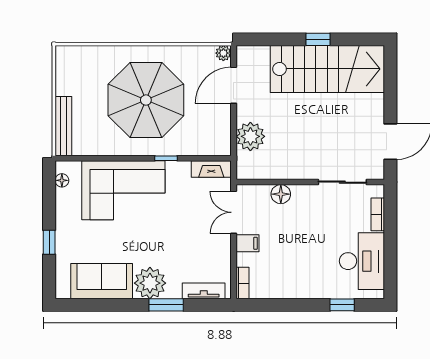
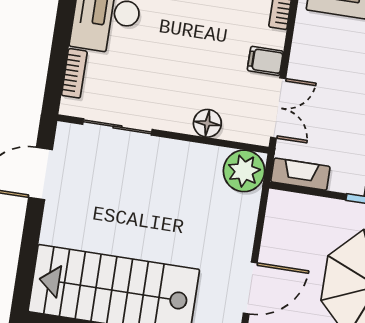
plant: (250, 136) -> (244, 171), moved

